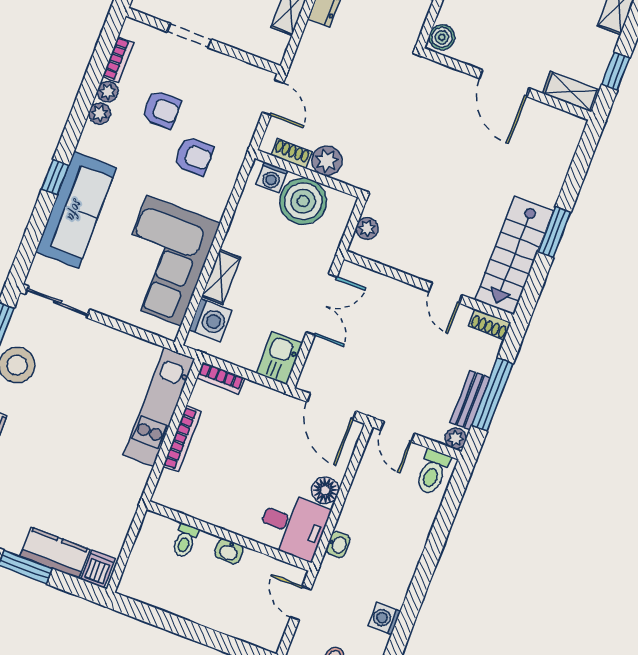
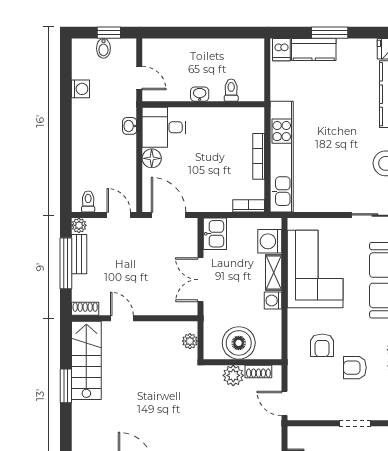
armchair: (194, 156) -> (322, 345), turned -90
washing machine: (272, 178) -> (273, 300), moved, turned -90
kitchen unit: (159, 407) -> (282, 157), width x1.36
toilet: (432, 472) -> (88, 201), width x0.73, depth x0.72

